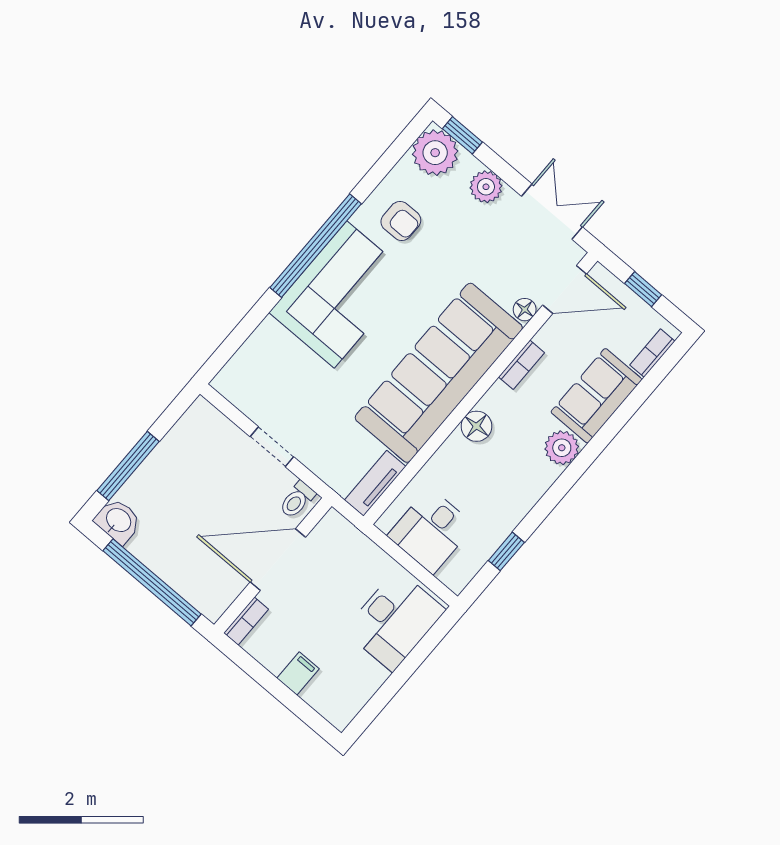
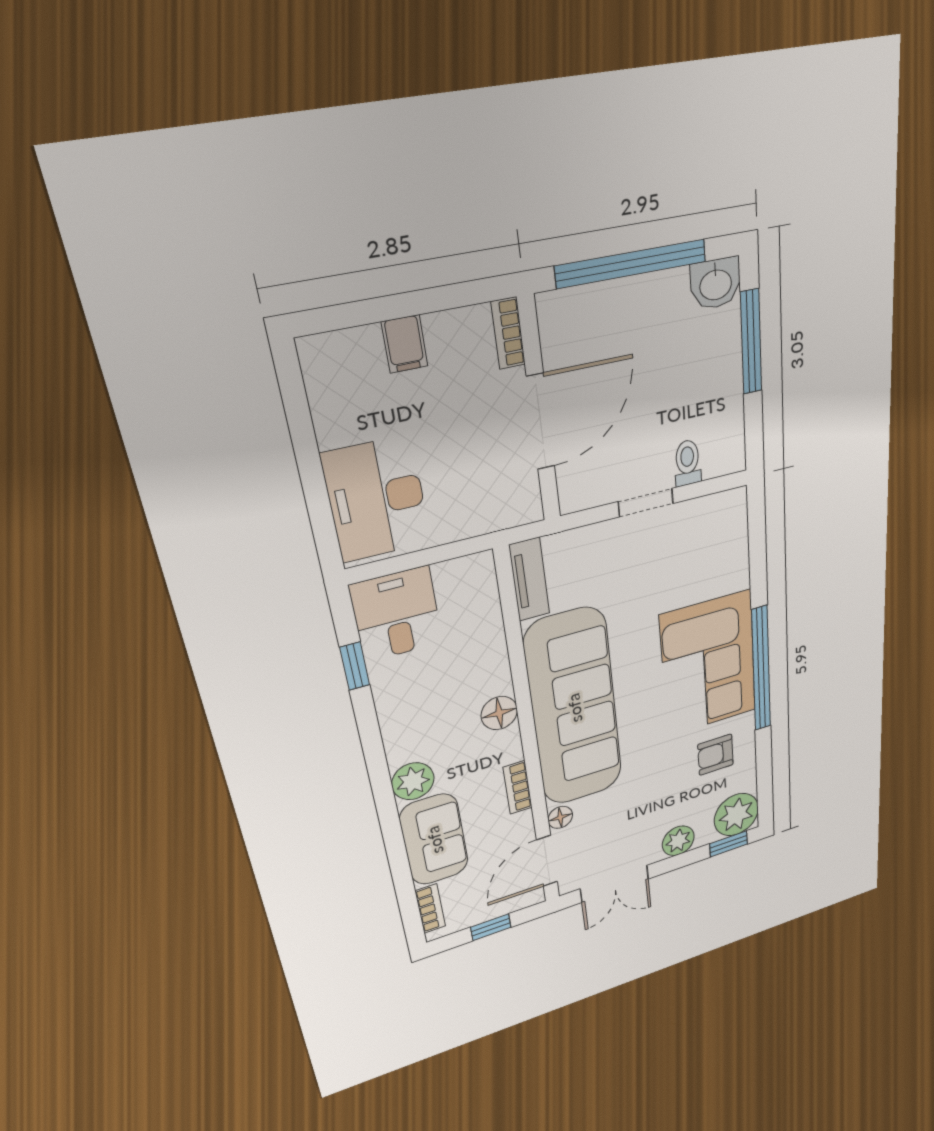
toilet: (297, 500) -> (688, 463), moved
desk: (431, 531) -> (396, 614), moved

